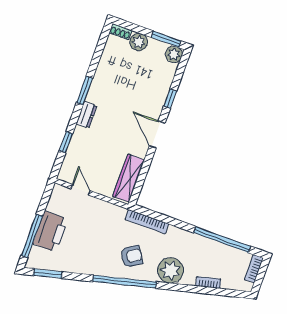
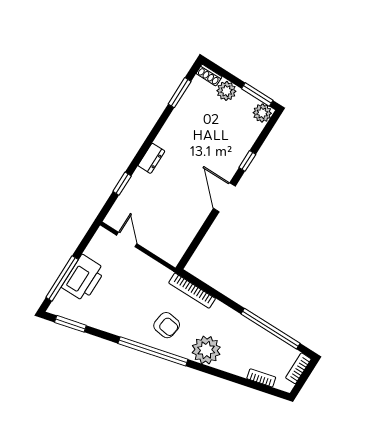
window: (85, 91) -> (180, 93), moved
wardrobe: (129, 178) -> (183, 238), removed
armchair: (131, 256) -> (167, 325), turned 42
bookcase: (208, 282) -> (261, 378), moved

